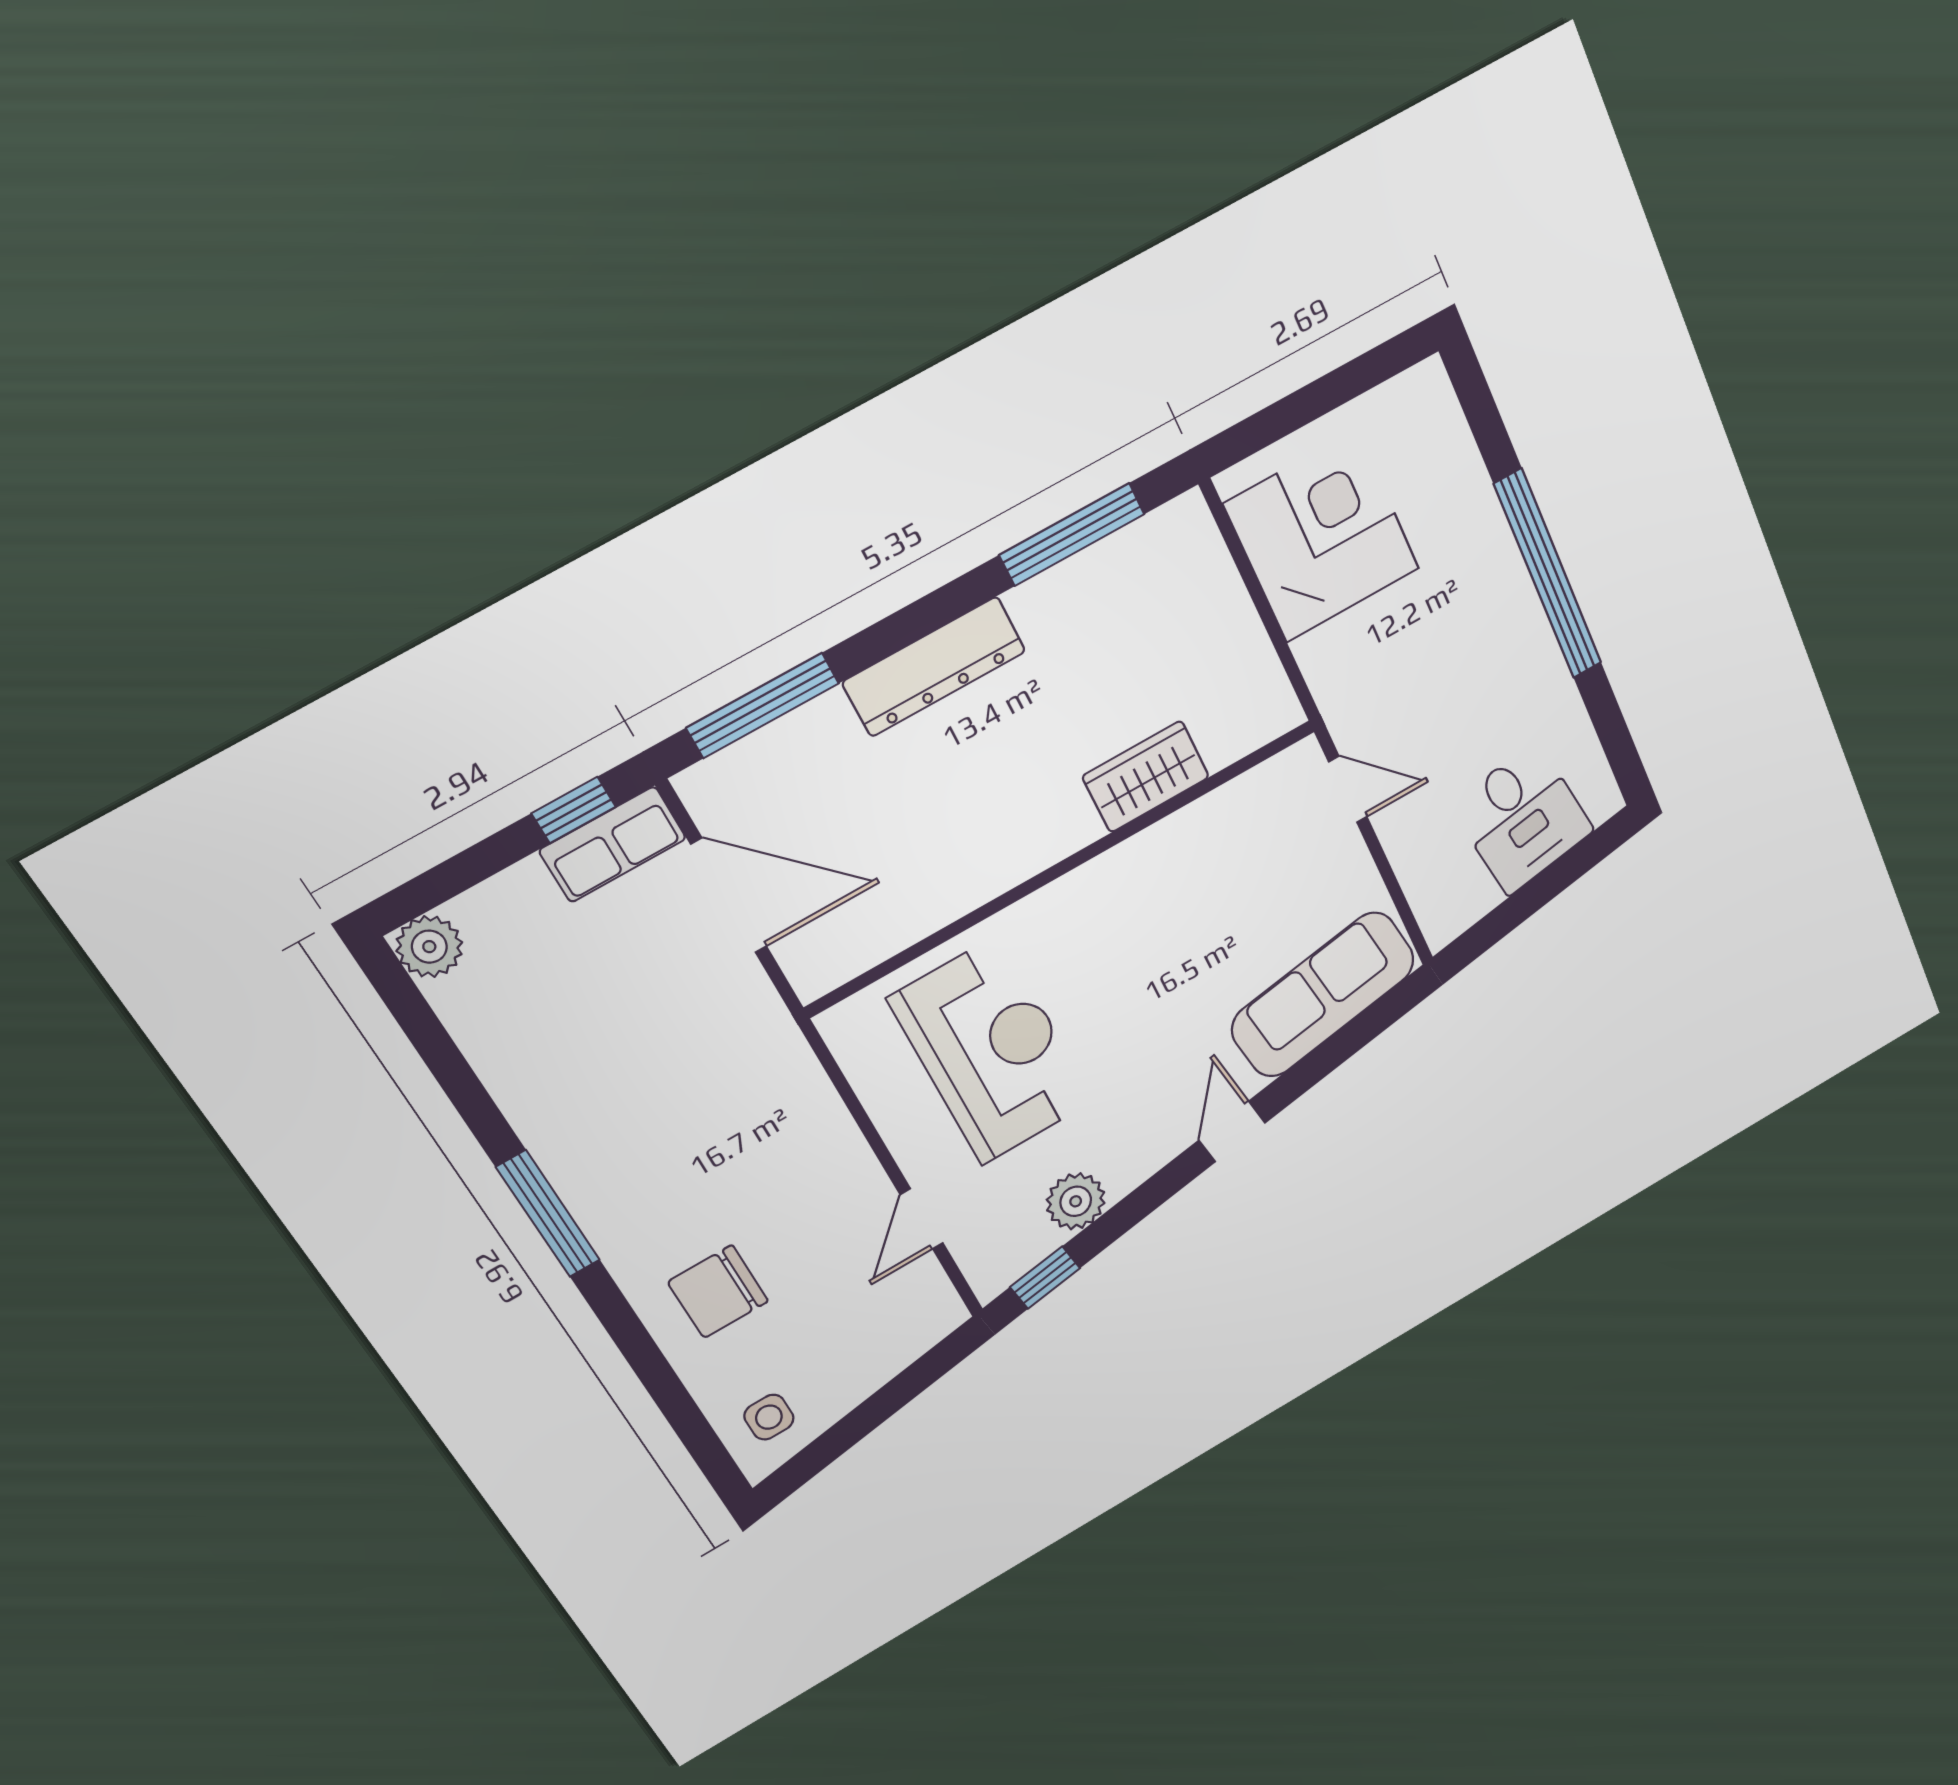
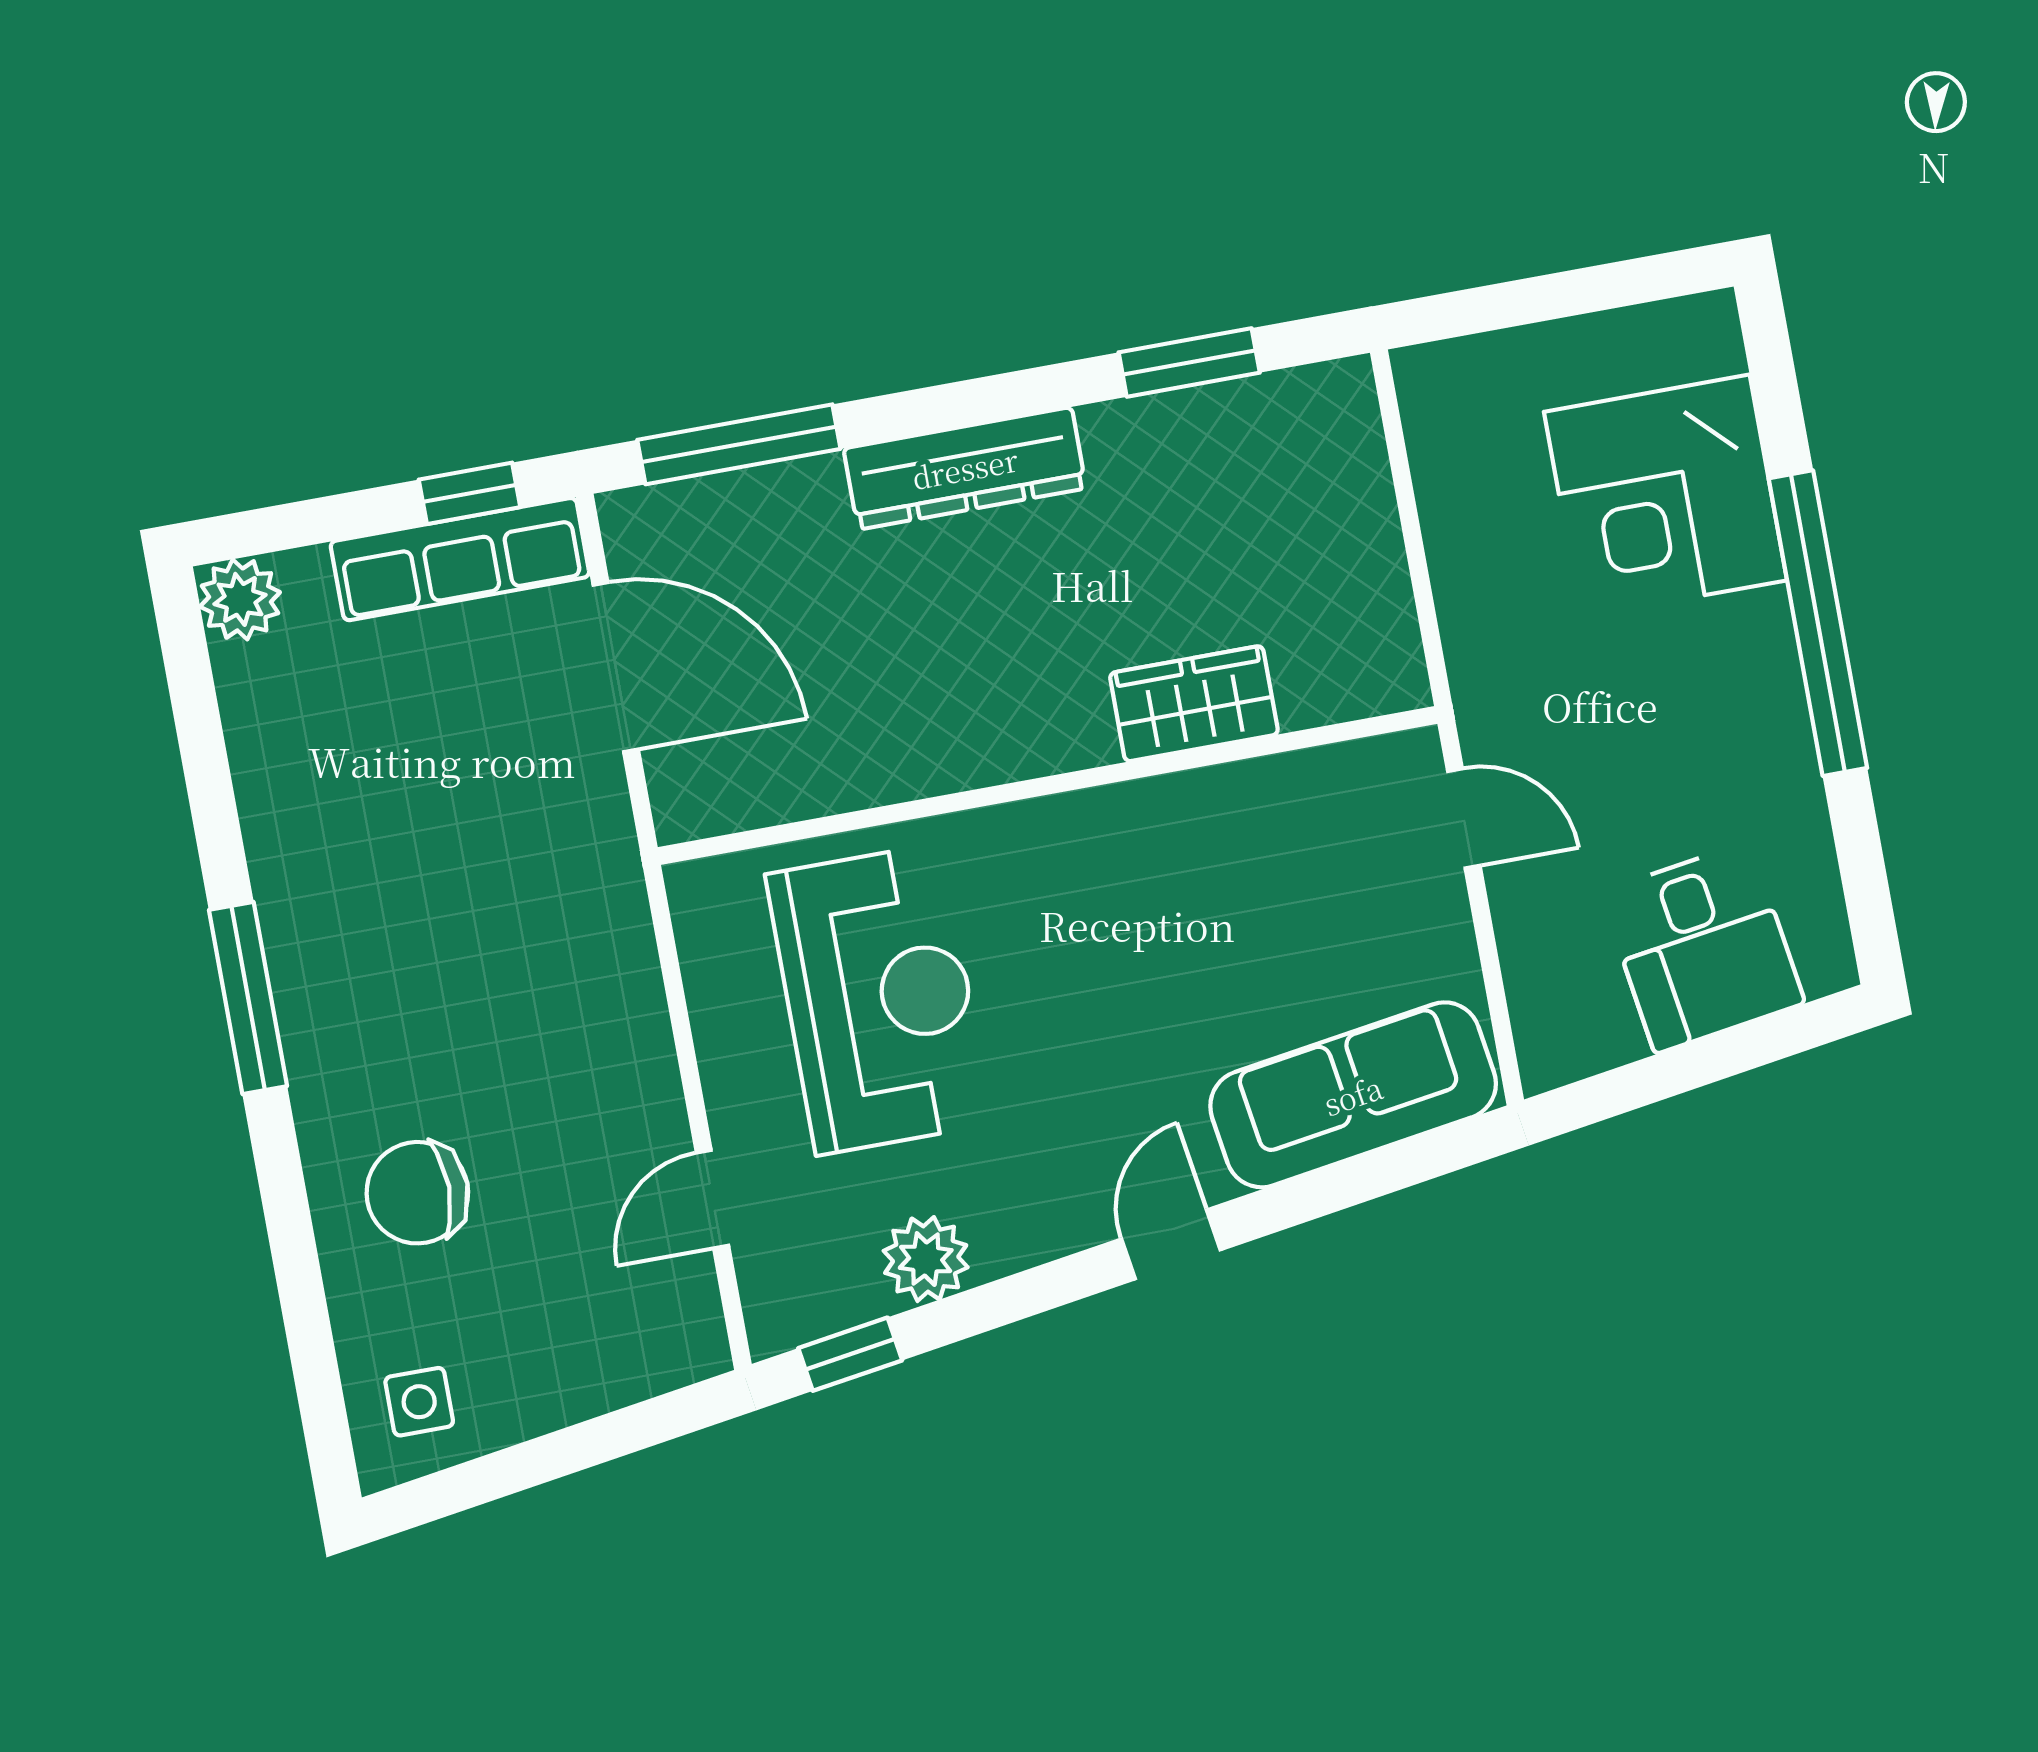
window: (1072, 535) -> (1189, 363), width x0.69
corner desk: (1322, 536) -> (1665, 496), moved, turned 180
row of seats: (613, 844) -> (460, 559), width x1.48

